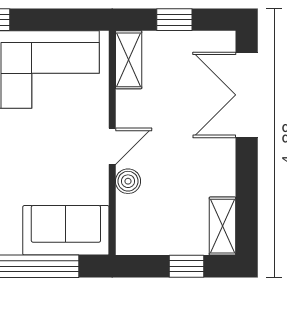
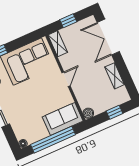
boiler: (128, 181) -> (88, 113), moved
shelving: (222, 226) -> (115, 76), moved

